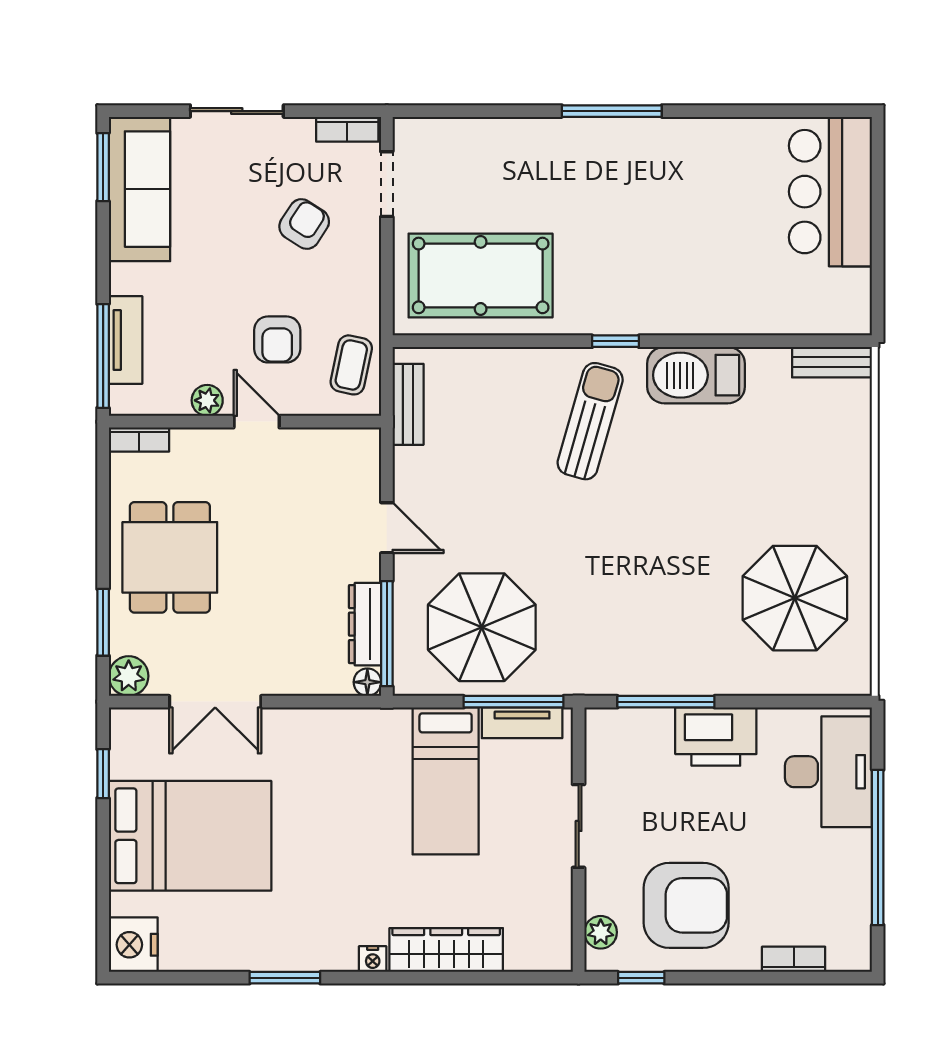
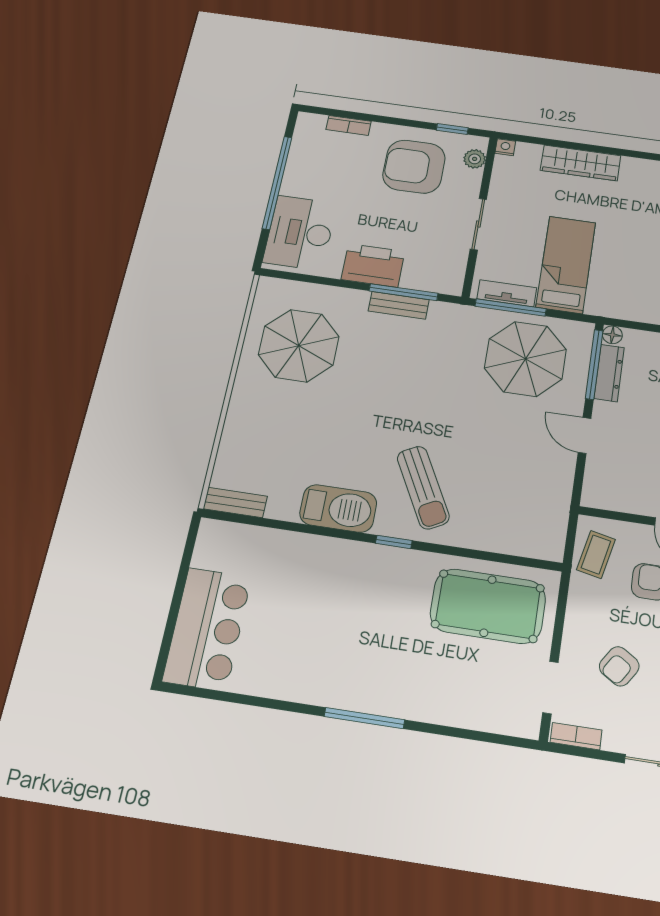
bench: (408, 404) -> (399, 305), moved, turned 90
sun lounger: (590, 421) -> (423, 487), turned -44
nightstand: (373, 959) -> (505, 147), moved

